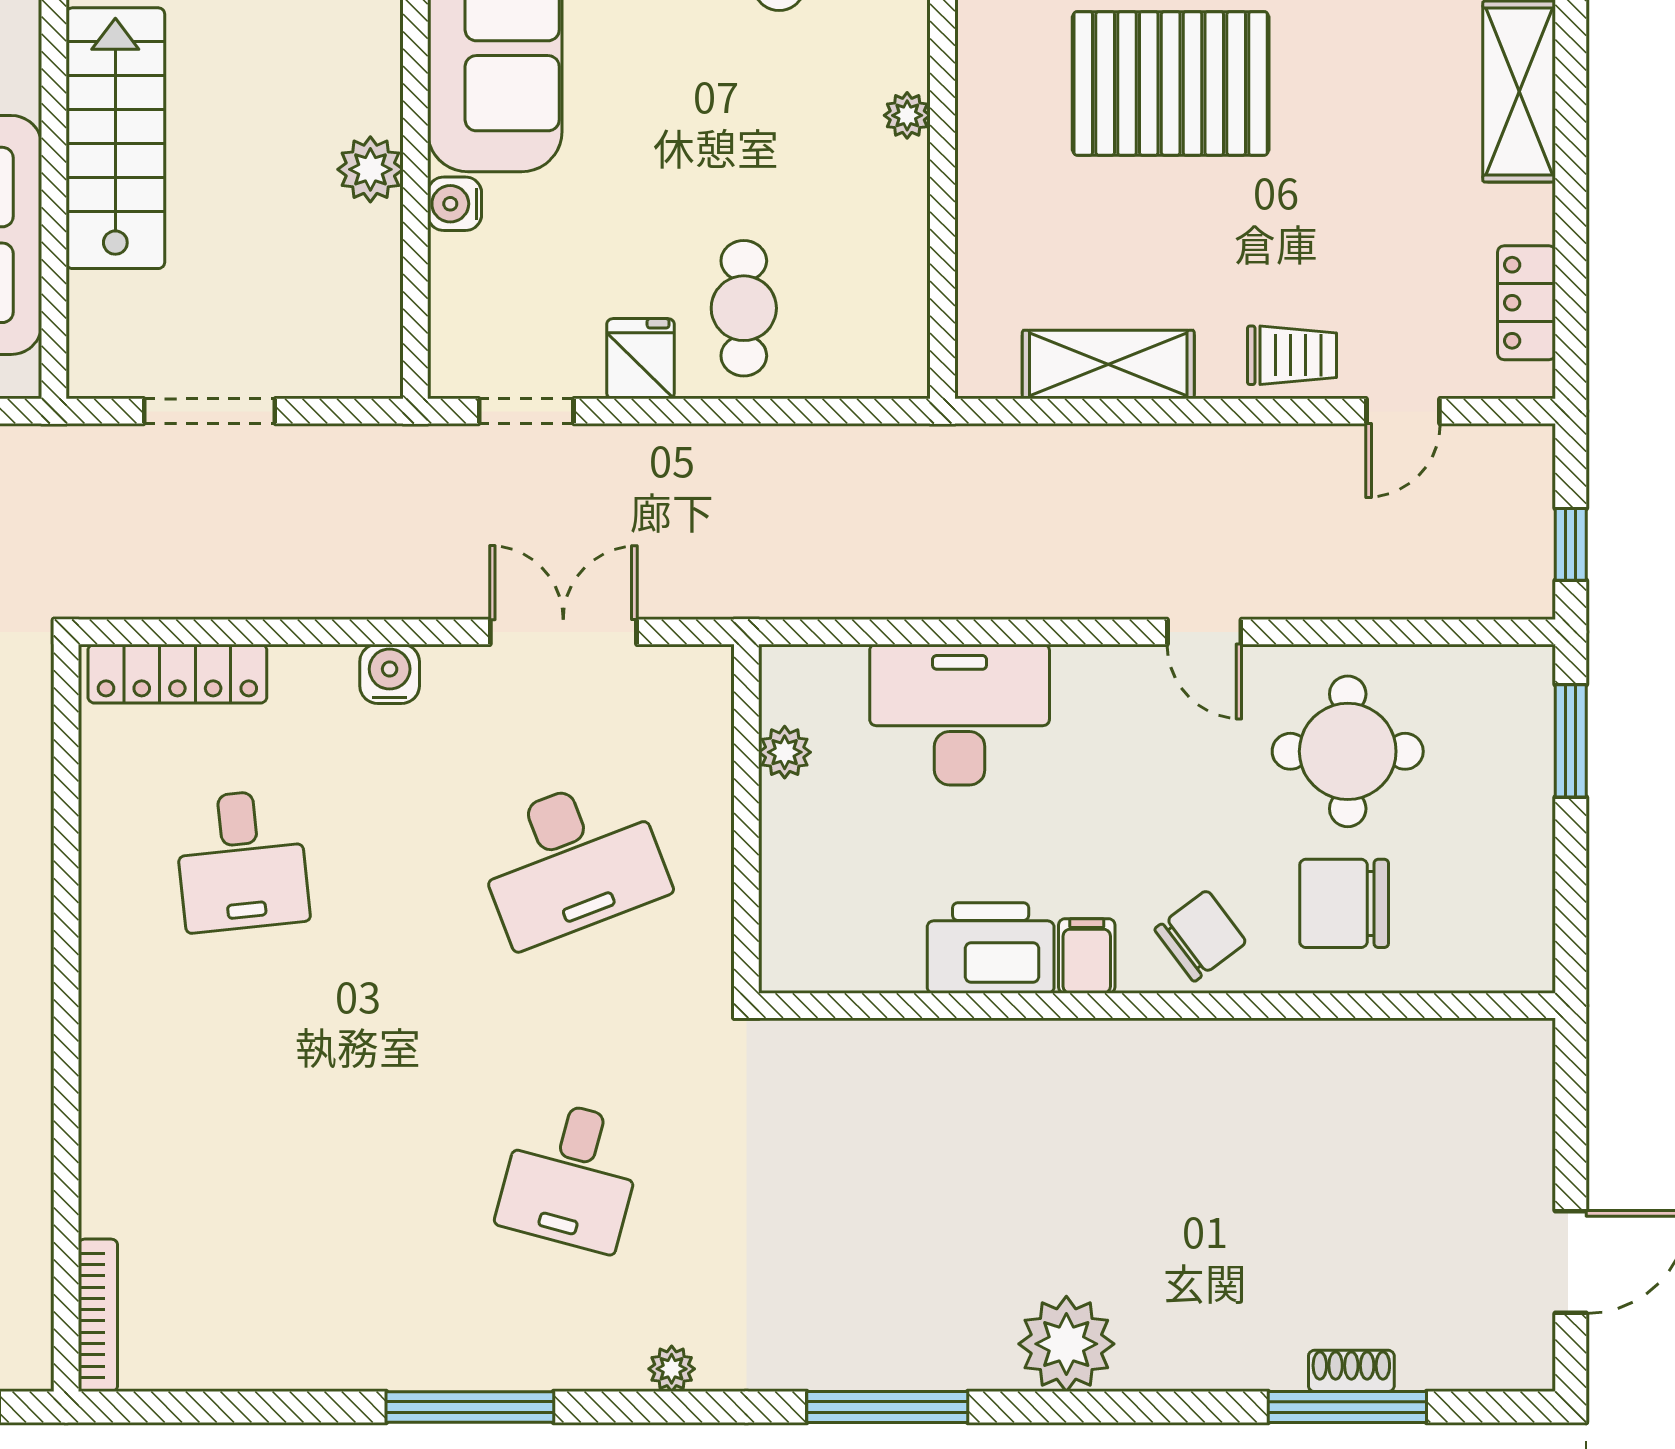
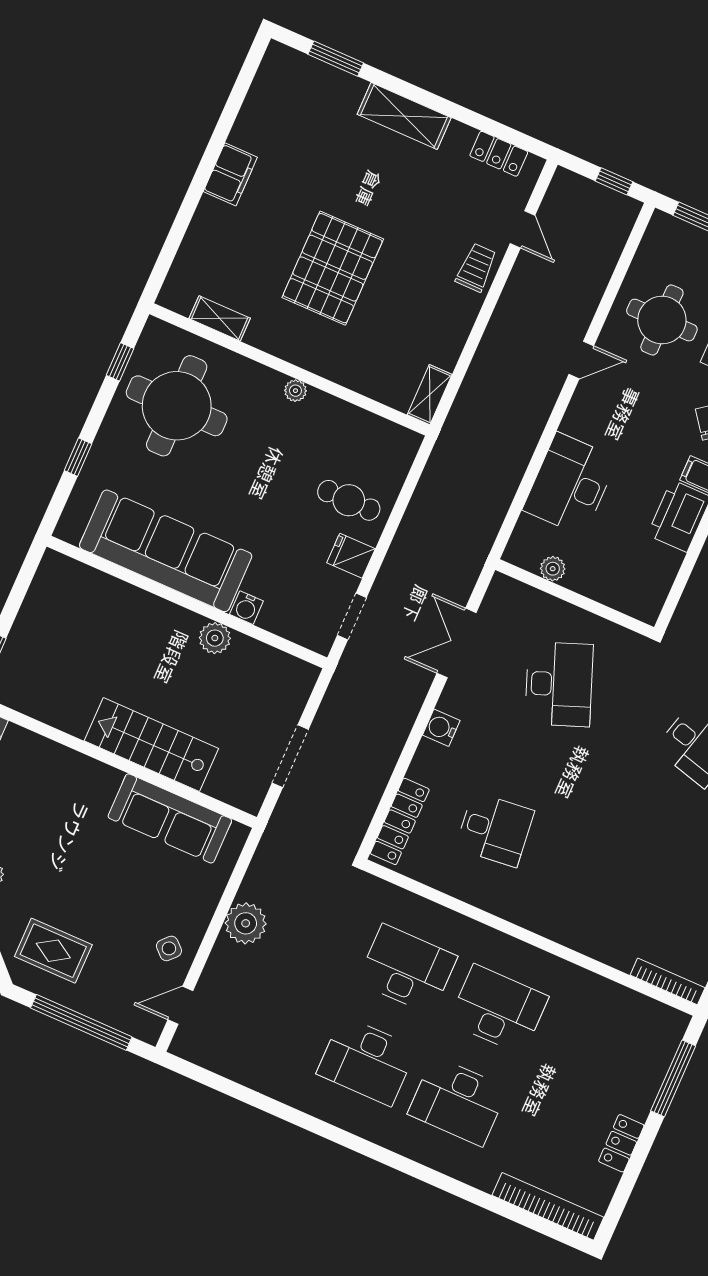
shelving: (1108, 365) -> (430, 395), moved, width x0.67, depth x0.75

